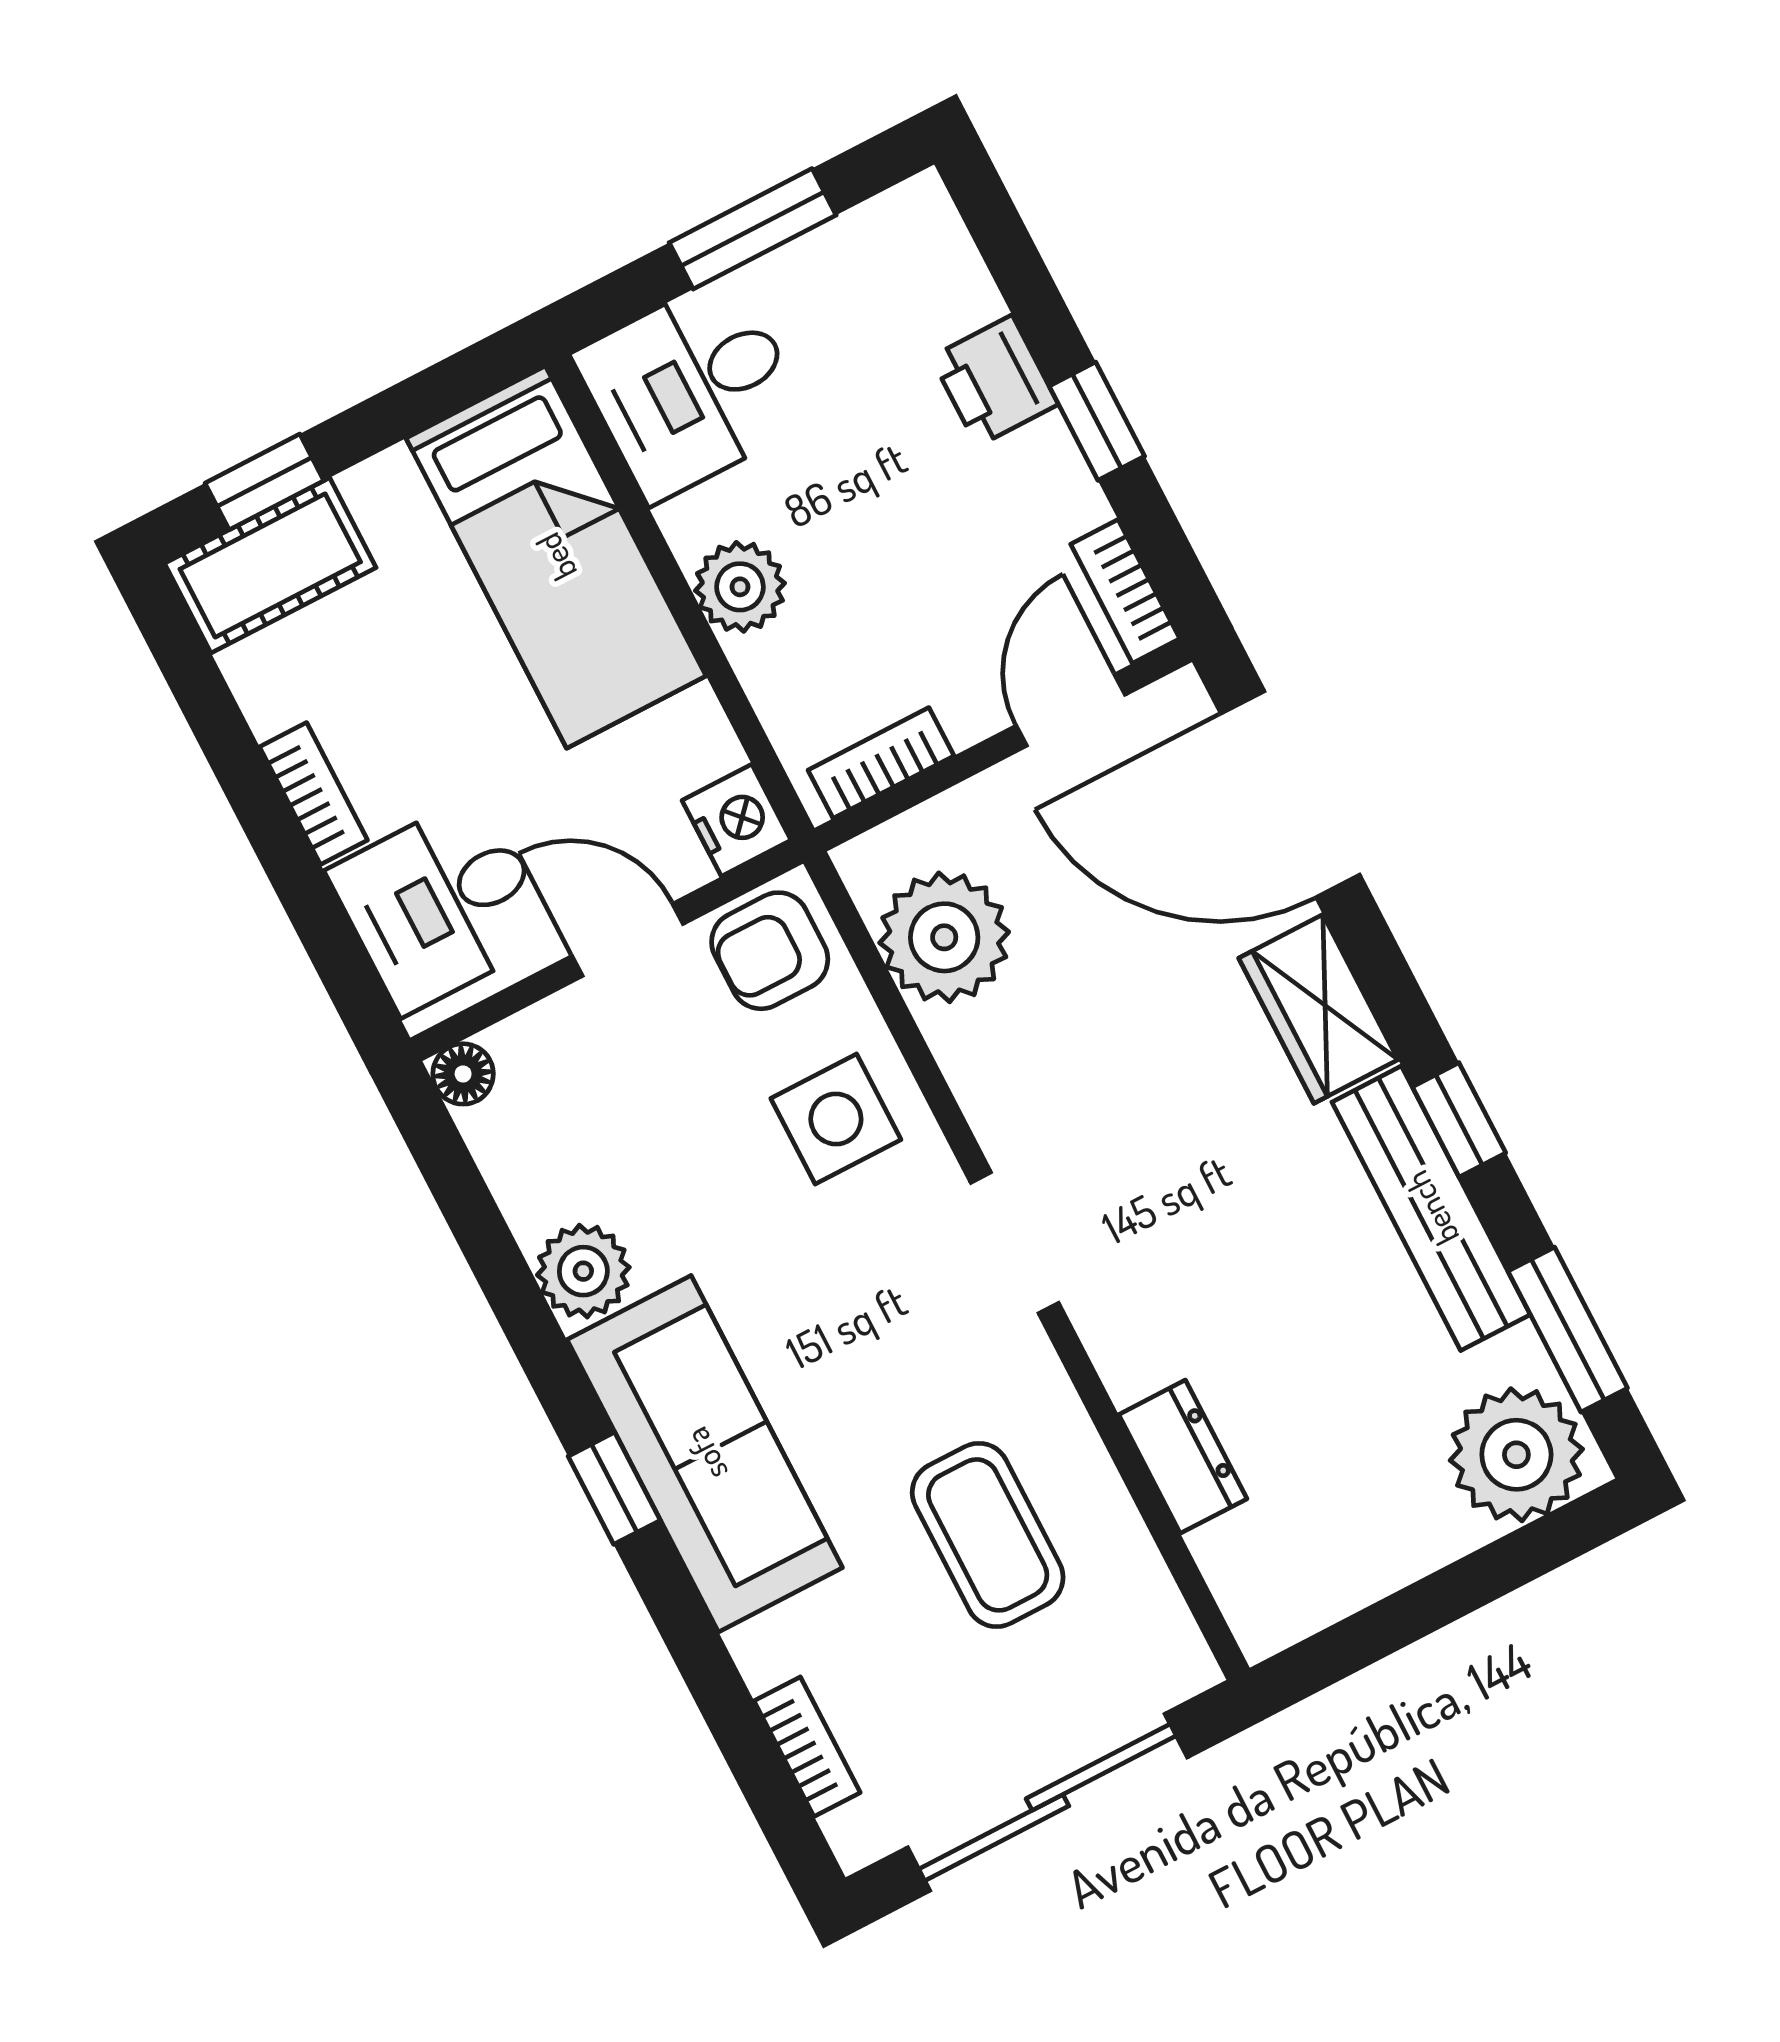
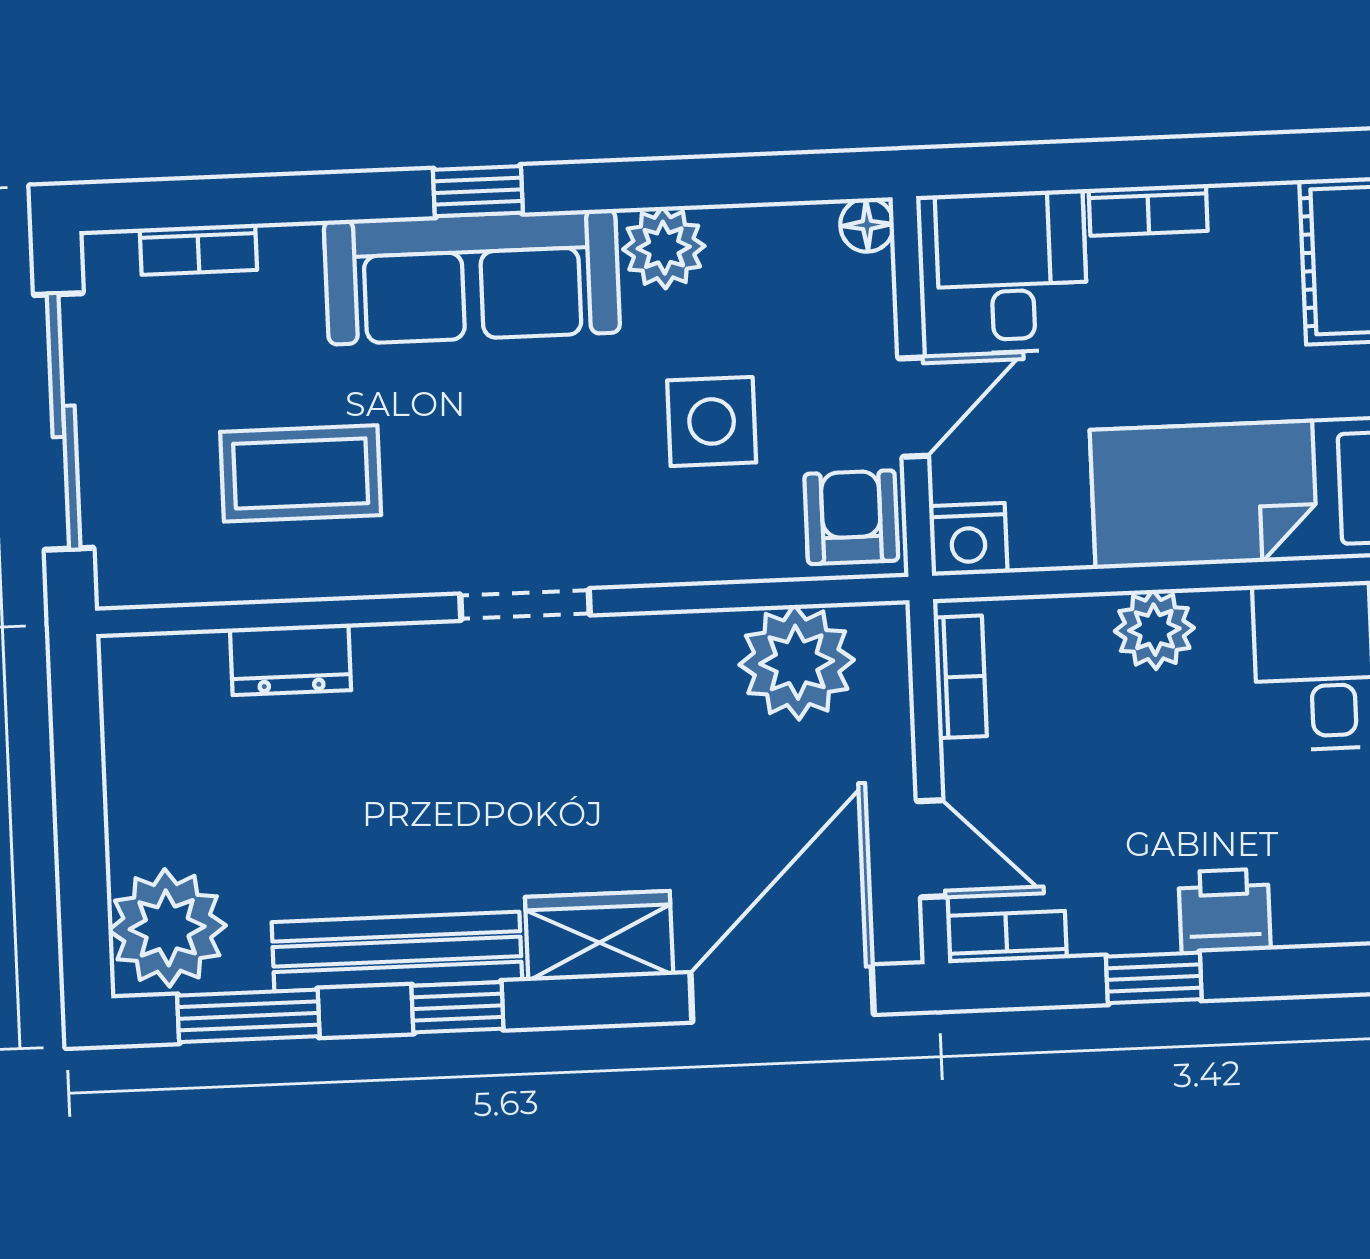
side table: (836, 1119) -> (712, 421), moved

